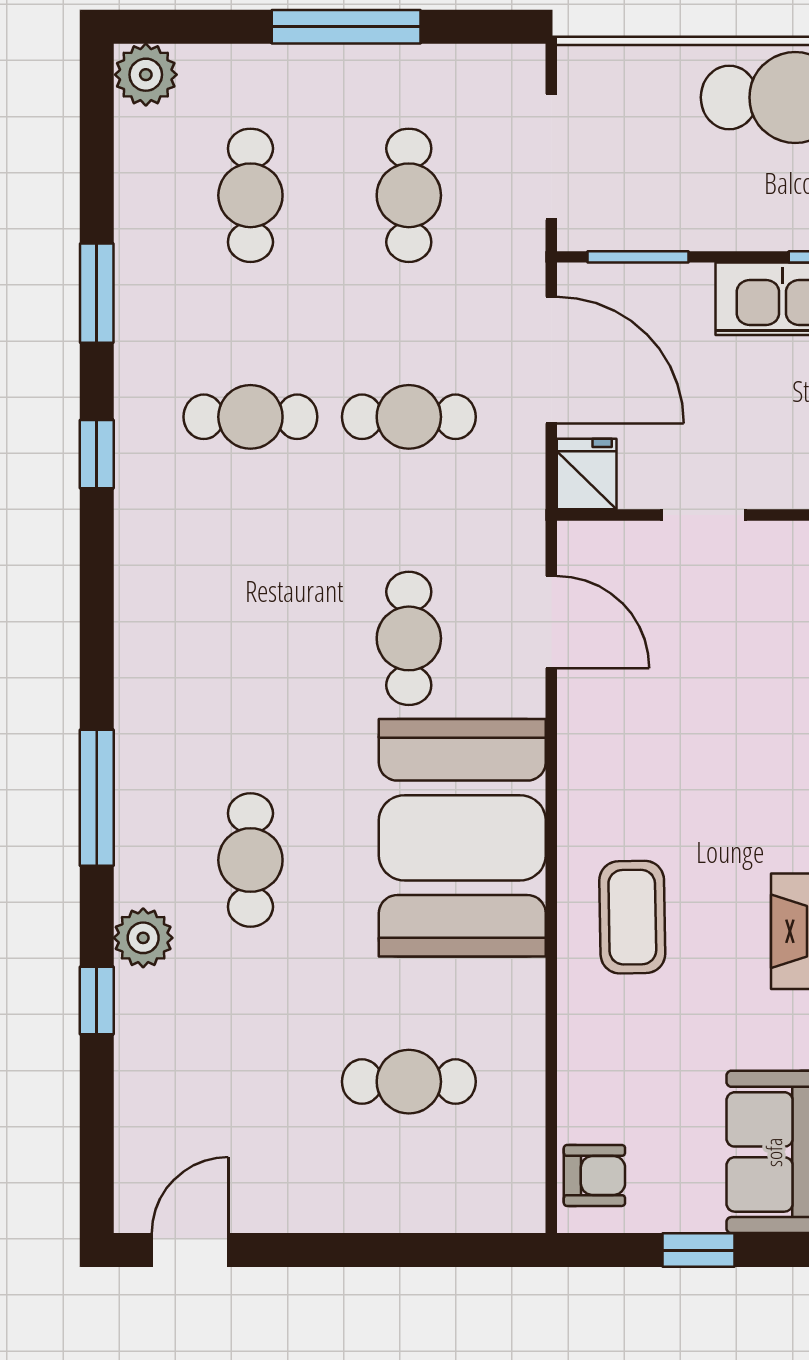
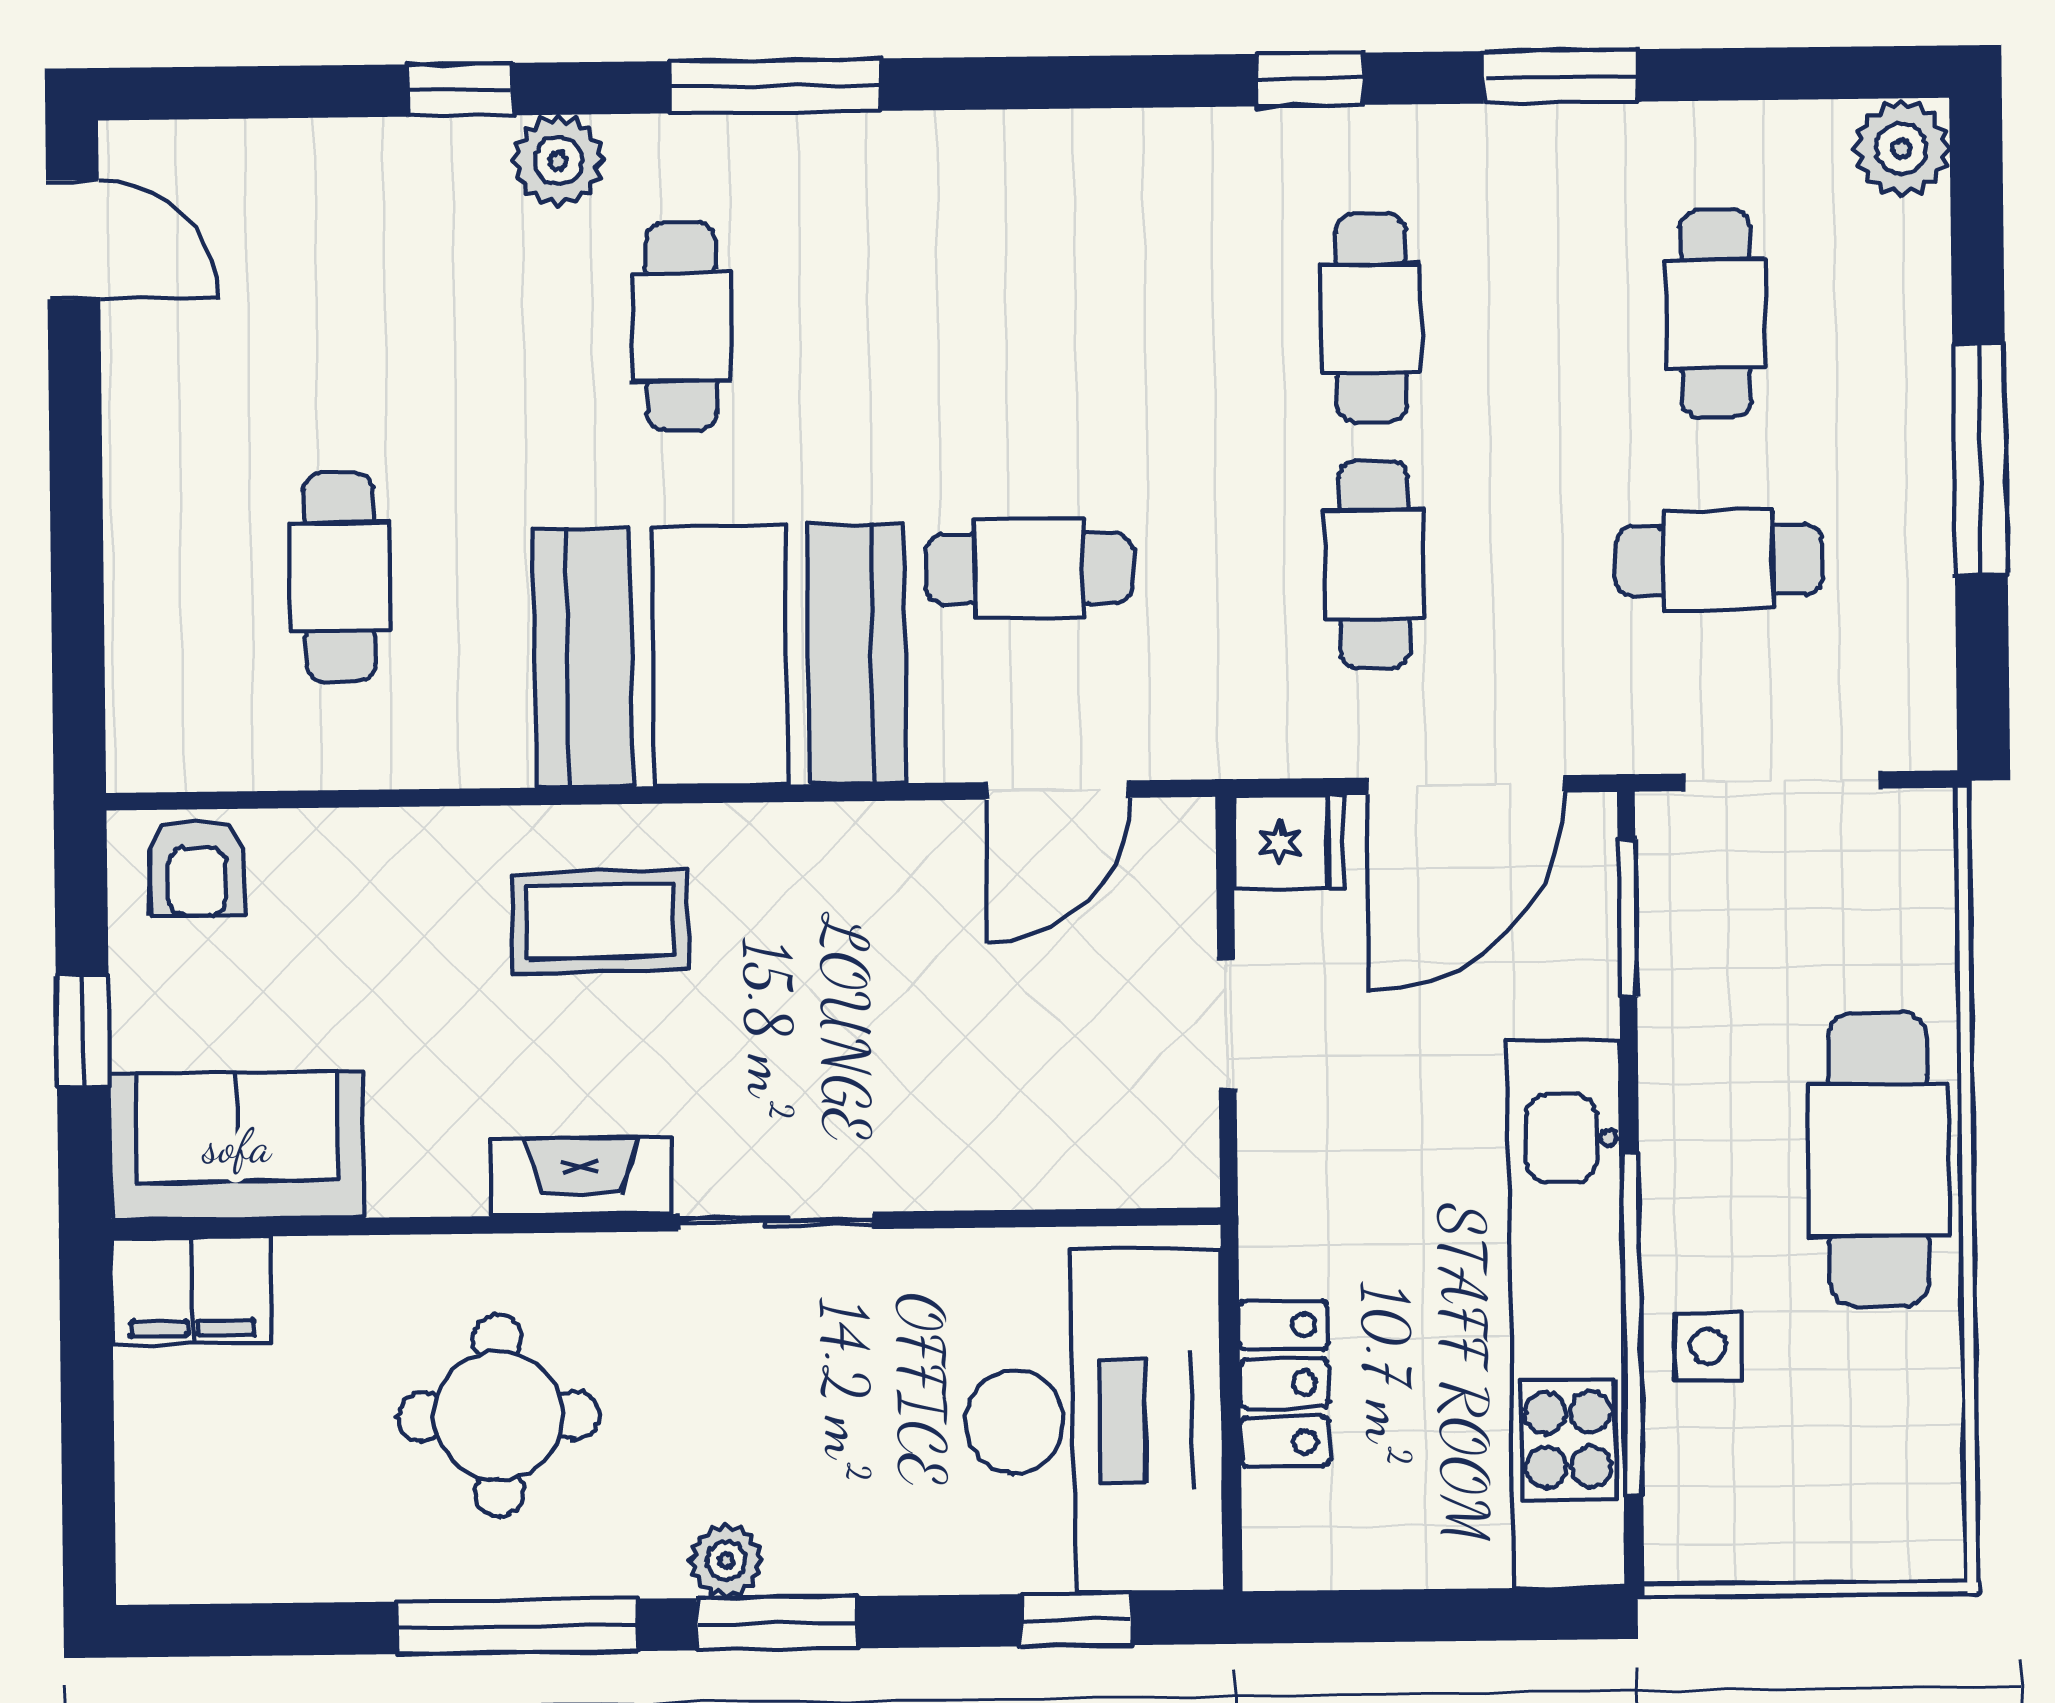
cafe table: (250, 195) -> (1716, 314), turned 90
cafe table: (250, 860) -> (681, 326), turned 90

